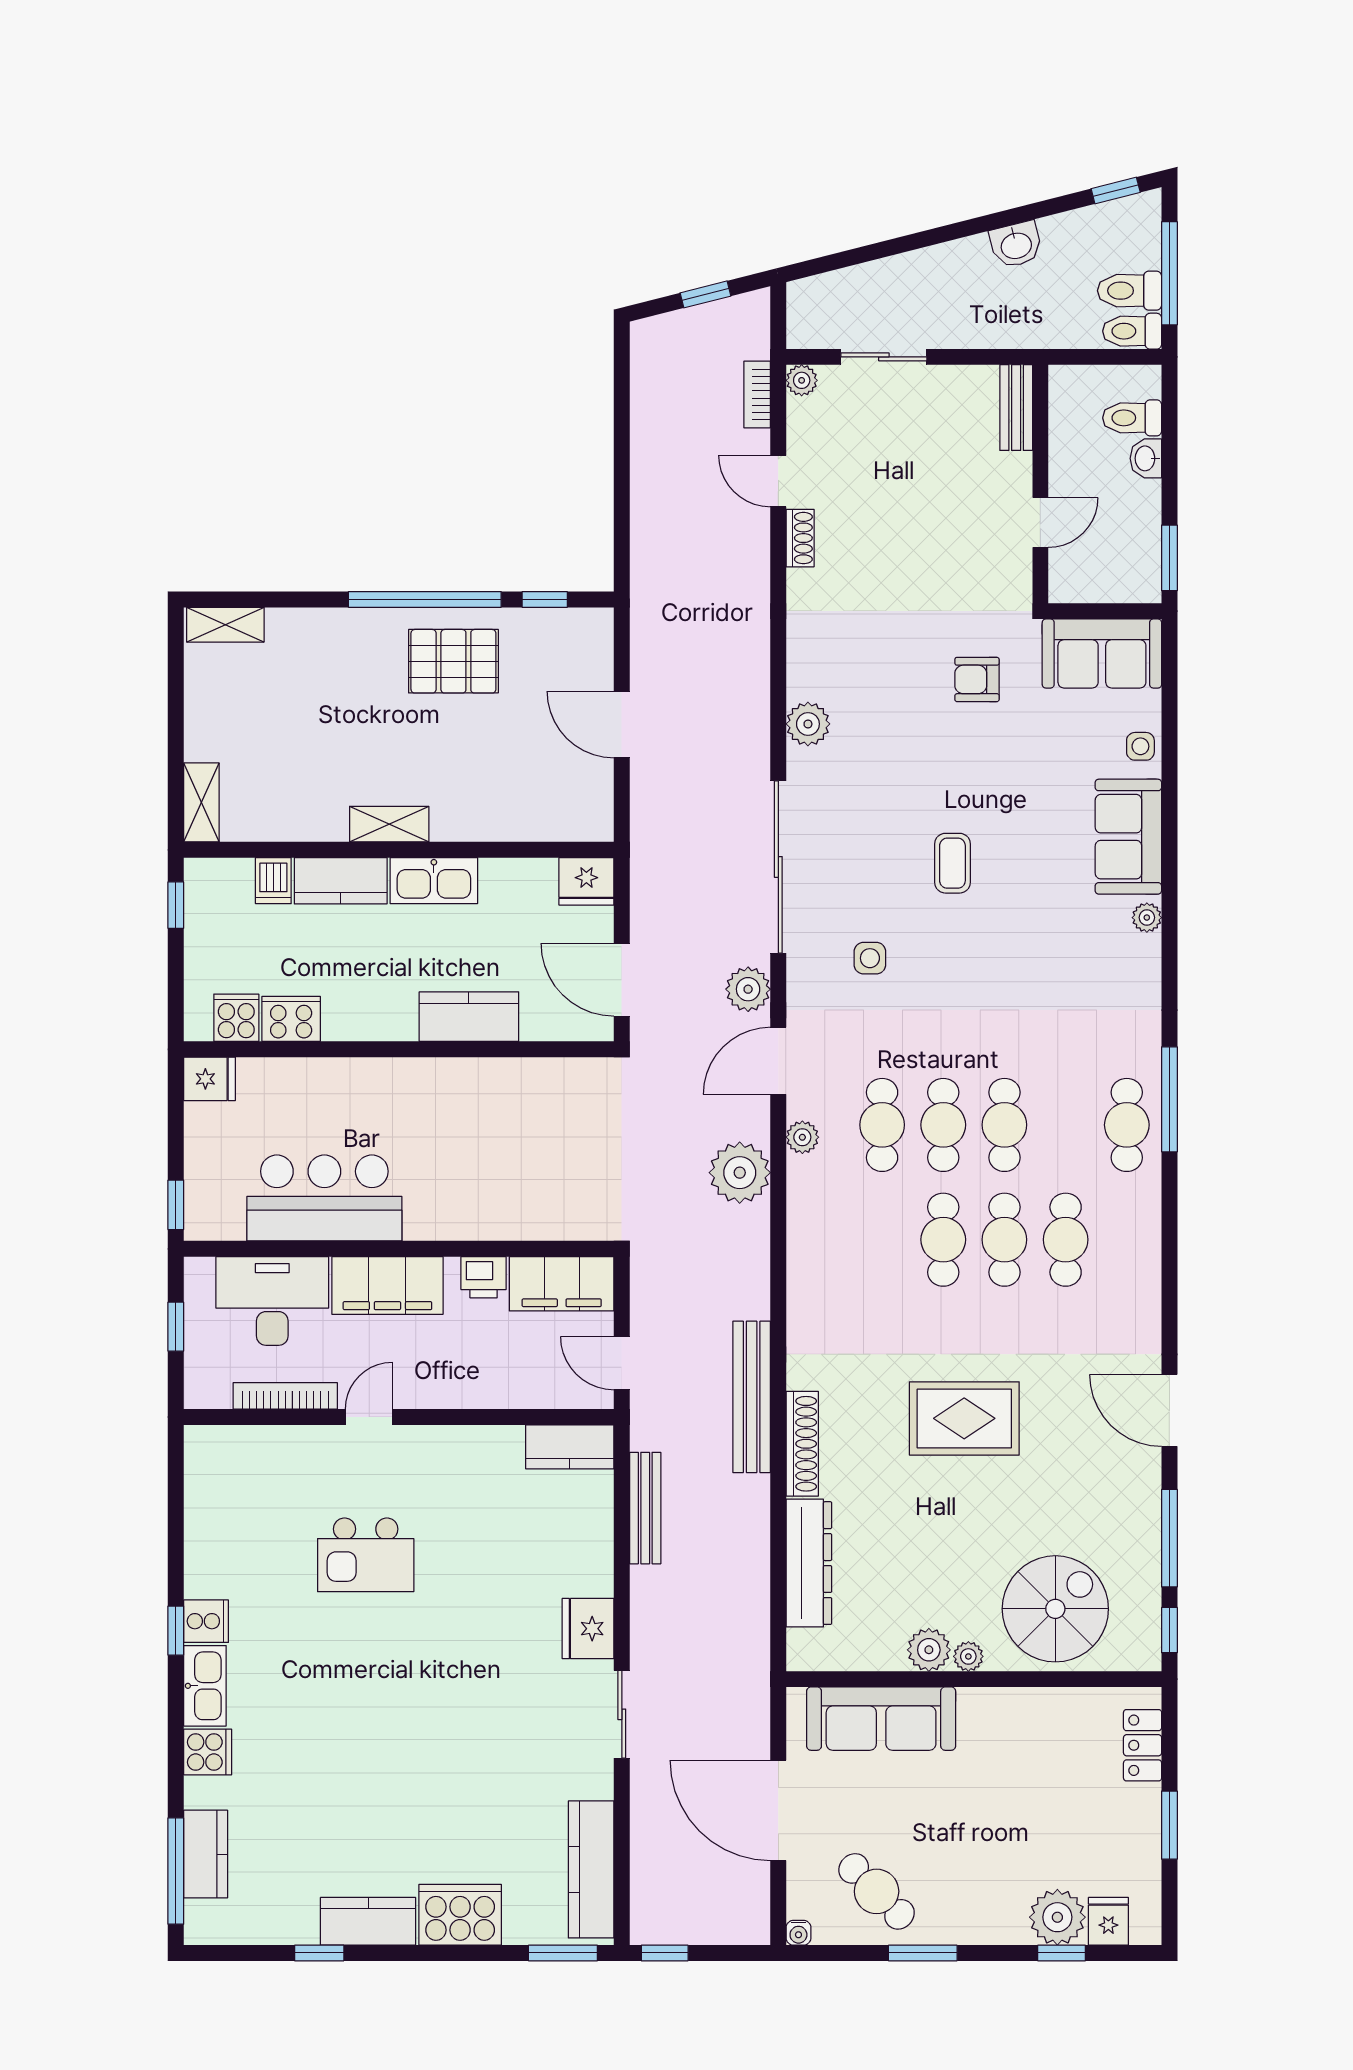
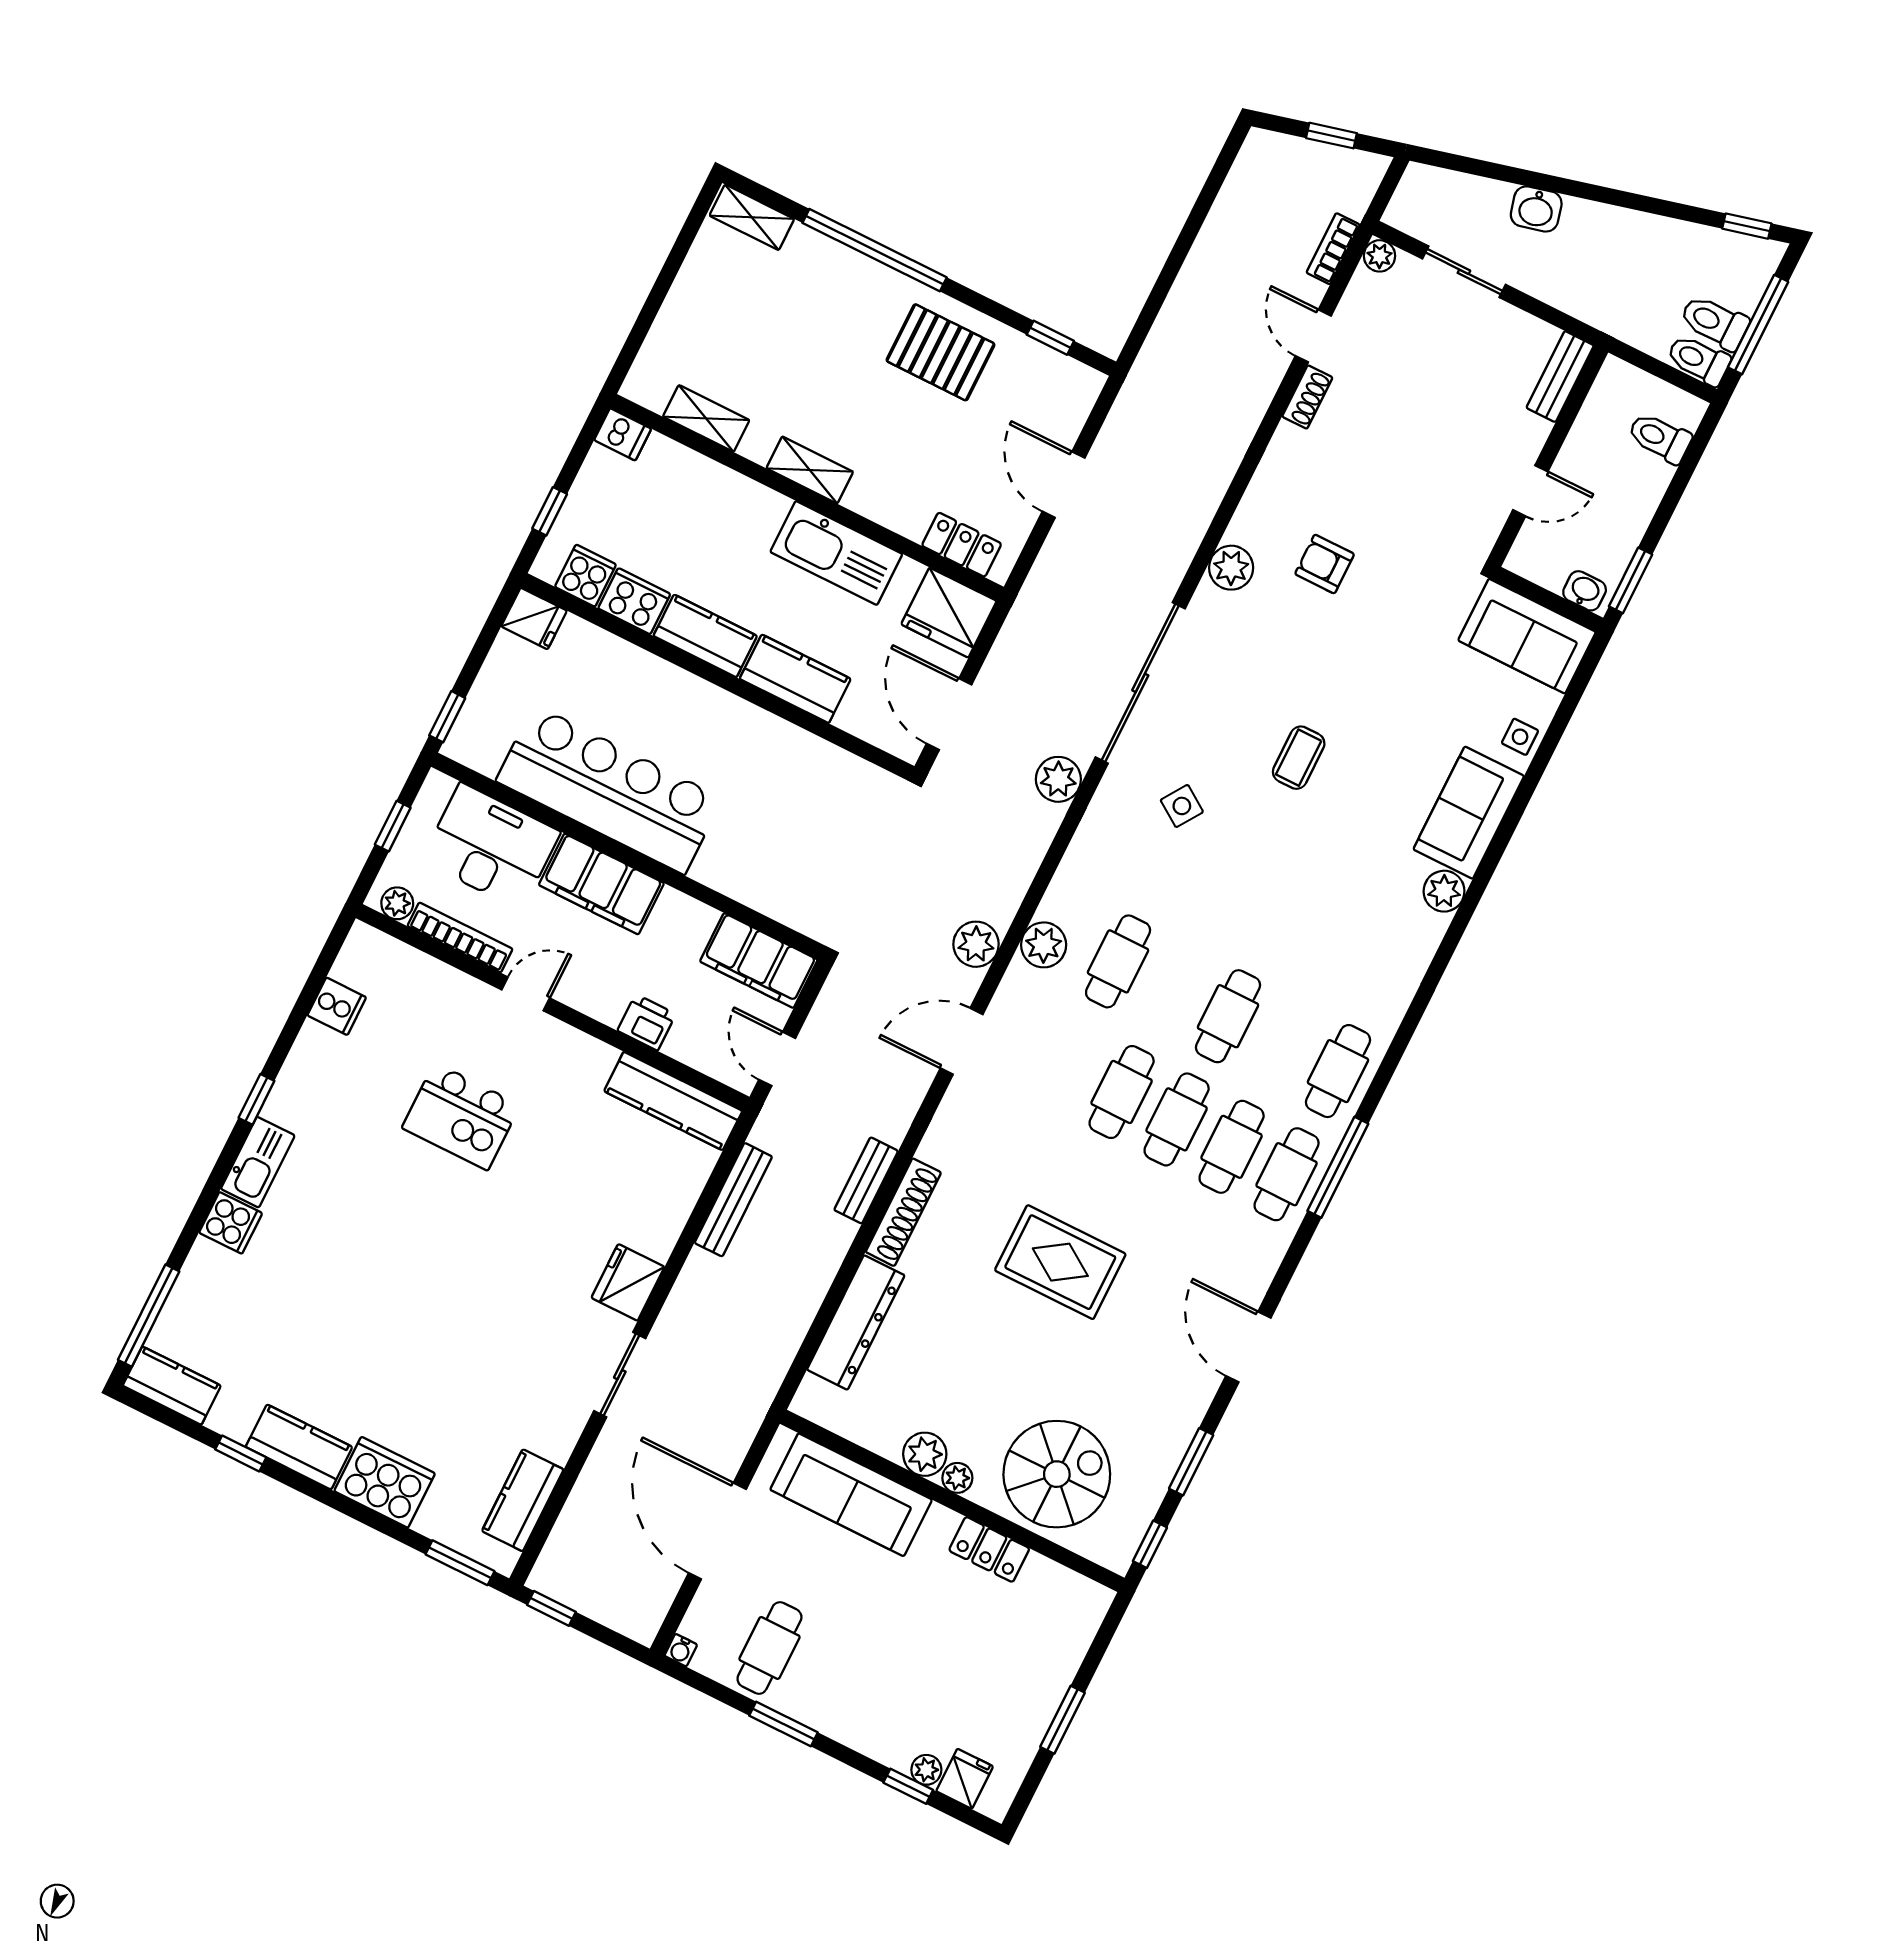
washbasin: (1016, 245) -> (1536, 209), moved
washbasin: (1146, 458) -> (1585, 591), moved, turned 90
window: (425, 599) -> (875, 250), moved
armchair: (977, 679) -> (1325, 564), moved
shelving: (201, 802) -> (706, 418), moved, turned 90
locker: (558, 823) -> (962, 545), added
dishwasher: (273, 881) -> (623, 434), moved, turned -90
kitchen counter: (341, 881) -> (705, 636), moved, turned 180
kitchen sink: (434, 881) -> (836, 553), width x1.36, depth x1.24
fridge: (586, 881) -> (949, 613), width x1.36, depth x1.34
window: (176, 905) -> (550, 511), moved
plant: (1147, 918) -> (1444, 891), width x1.38, depth x1.38
side table: (870, 958) -> (1182, 806), turned 34
door: (778, 1061) -> (962, 1041), moved
window: (1169, 1099) -> (1338, 1167), moved
cafe table: (943, 1125) -> (1287, 1174), moved
plant: (802, 1137) -> (1044, 945), width x1.38, depth x1.38
plant: (740, 1173) -> (976, 944), width x0.73, depth x0.73
bar counter: (324, 1198) -> (609, 790), width x1.36
printer: (484, 1277) -> (647, 1022), moved, turned 180
plant: (214, 1393) -> (397, 903), added
bench: (752, 1397) -> (866, 1180), width x0.54, depth x0.82
kitchen counter: (570, 1447) -> (673, 1101), width x1.50
window: (1169, 1538) -> (1191, 1462), width x0.69
cooker: (206, 1621) -> (337, 1006), moved
locker: (1143, 1745) -> (989, 1549), moved, turned -90
kitchen counter: (206, 1854) -> (172, 1386), moved, turned -90
kitchen counter: (591, 1869) -> (523, 1500), width x0.67
cafe table: (877, 1891) -> (769, 1648), turned 45
plant: (1057, 1917) -> (926, 1770), width x0.53, depth x0.53

